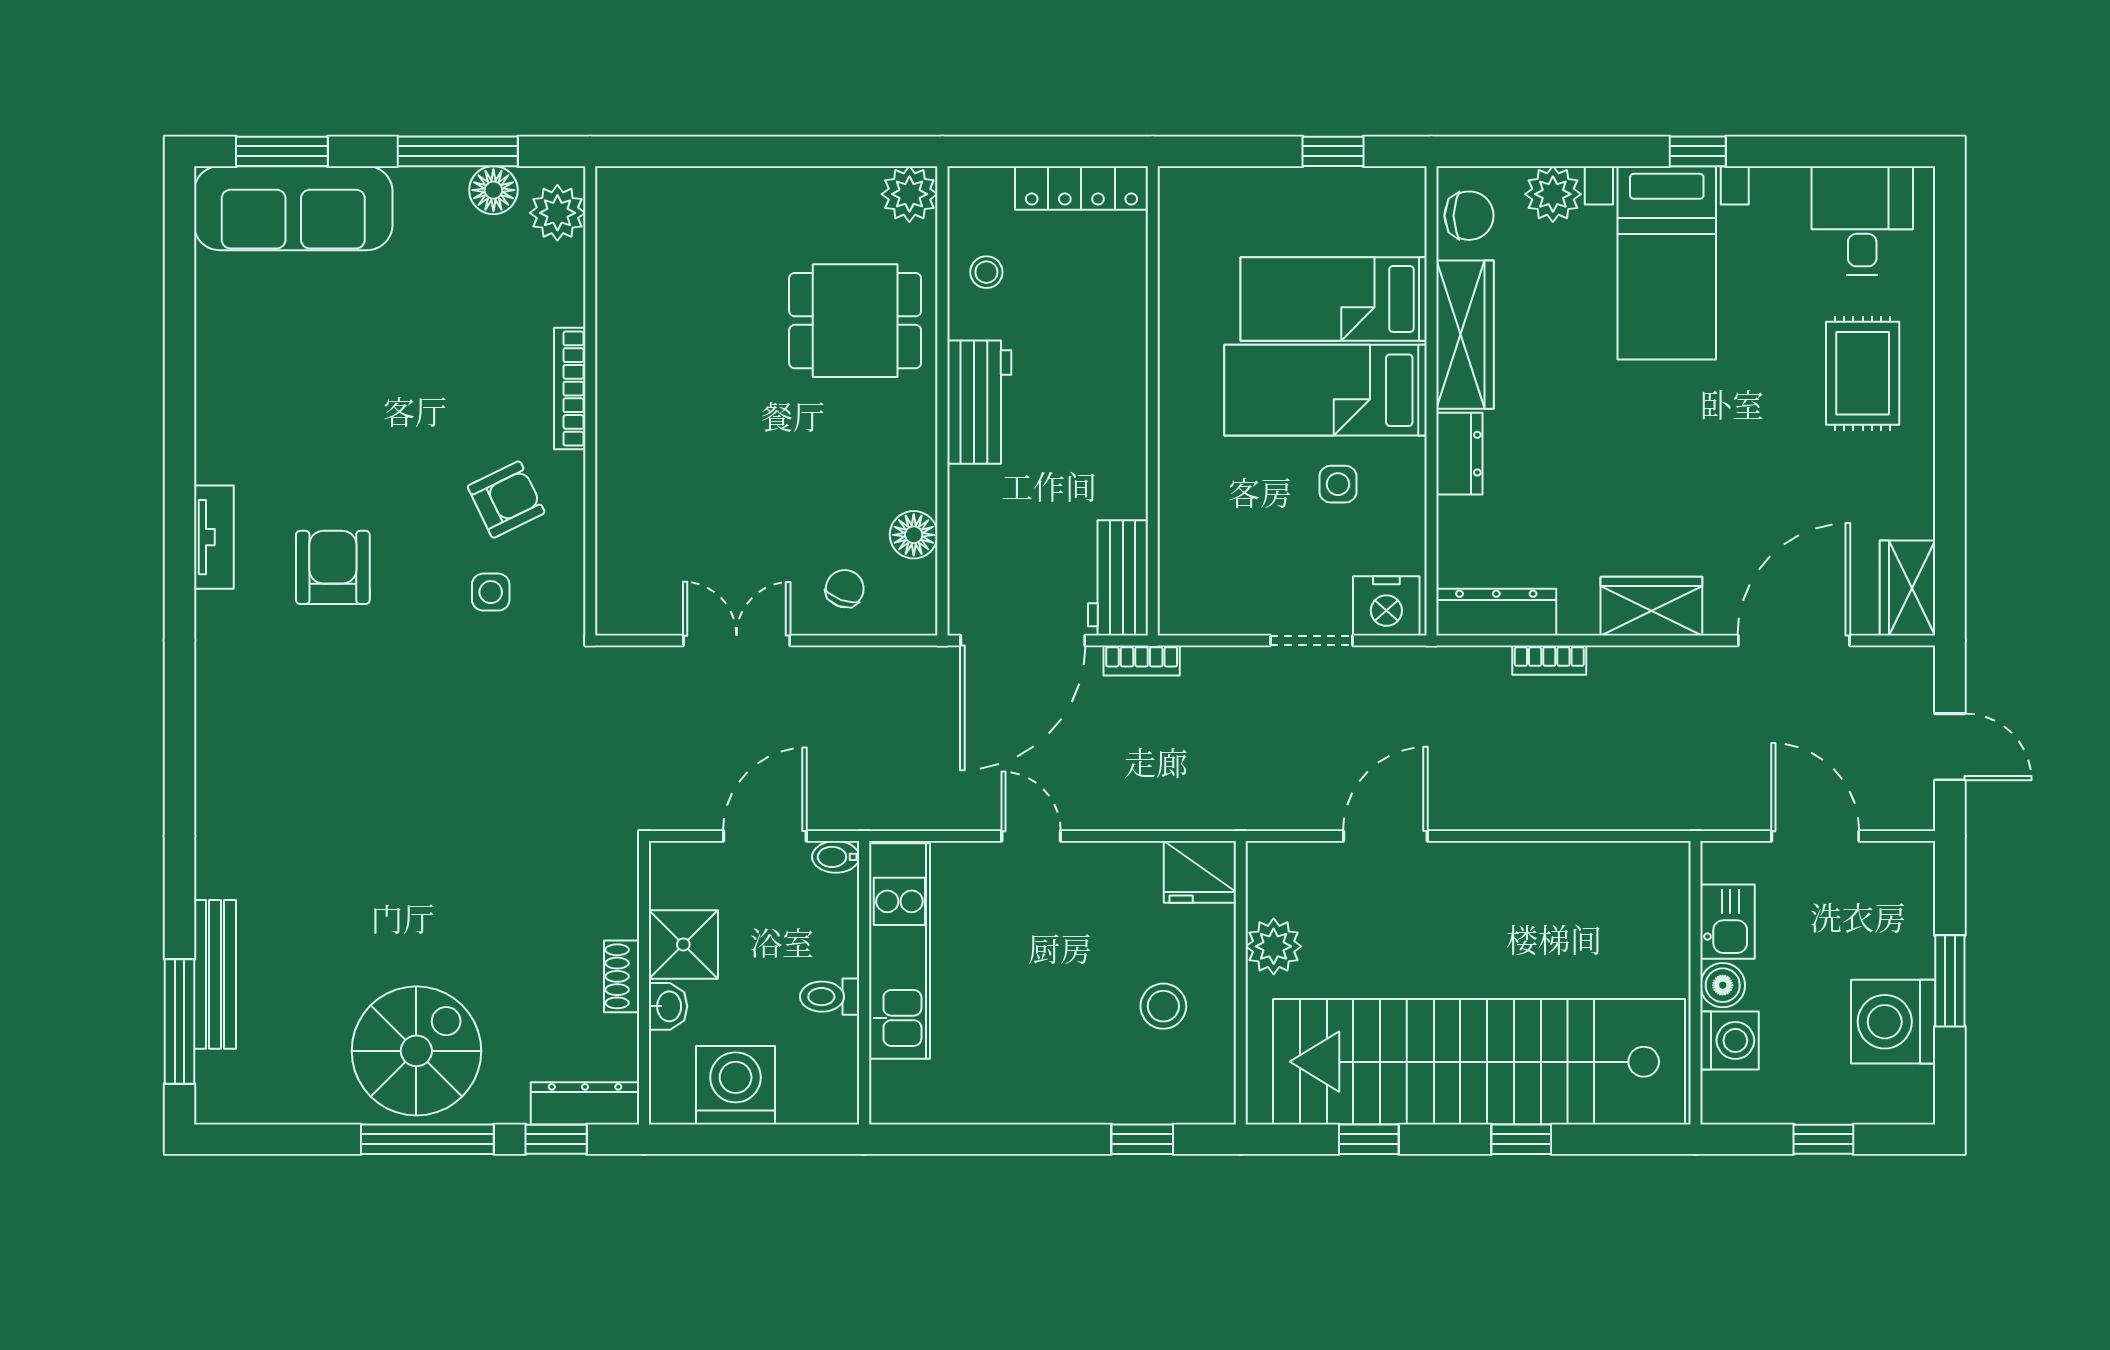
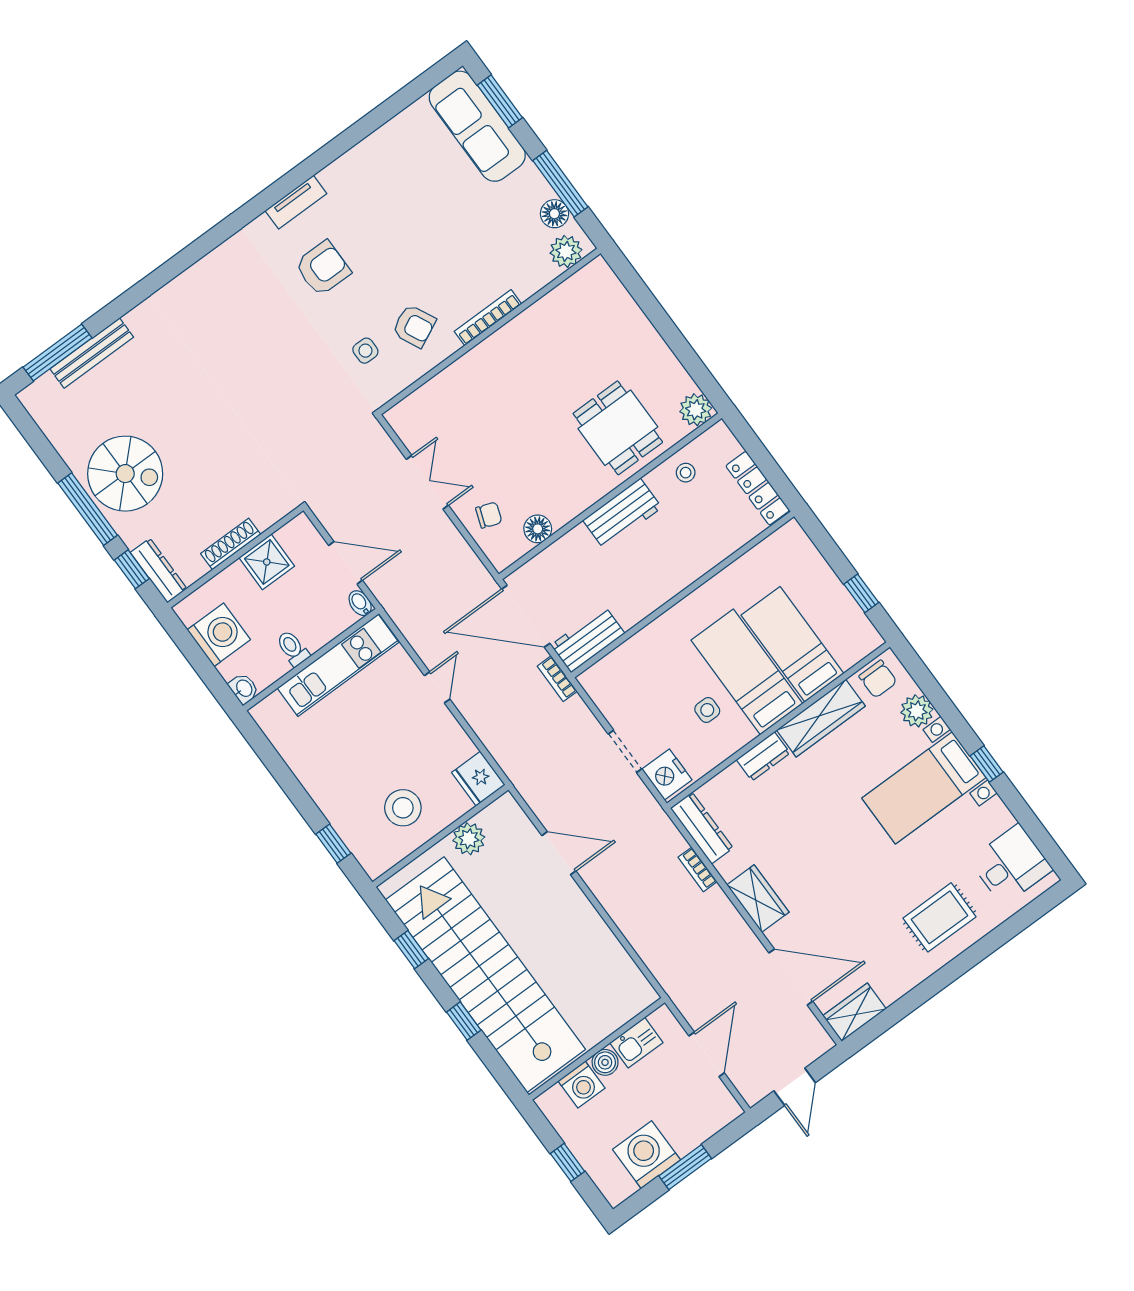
shoe rack: (622, 976) -> (231, 544), width x1.43
washbasin: (668, 1006) -> (244, 689), moved, turned -90
stool: (1163, 1006) -> (403, 808), width x1.38, depth x1.38

